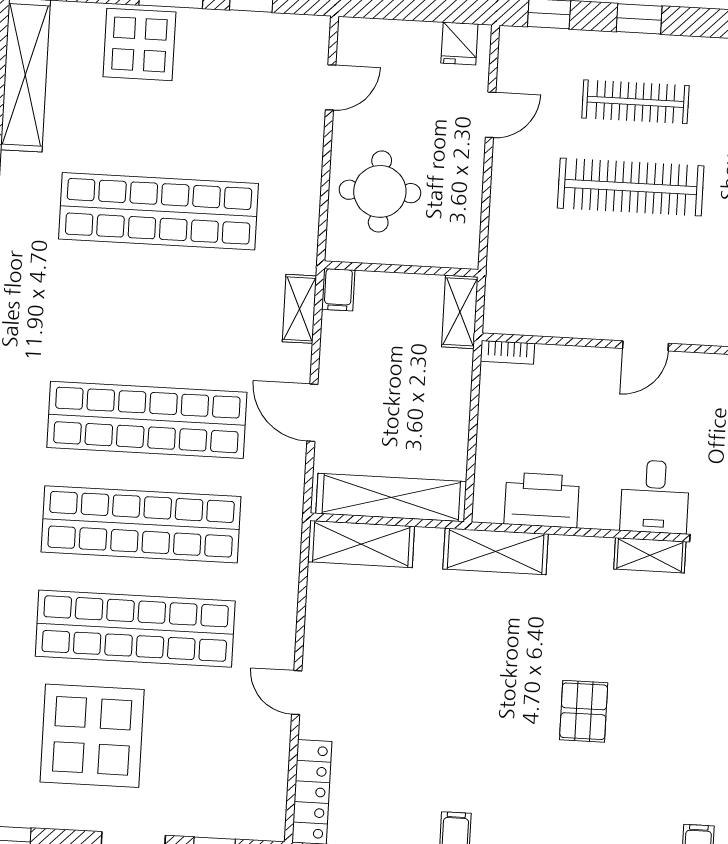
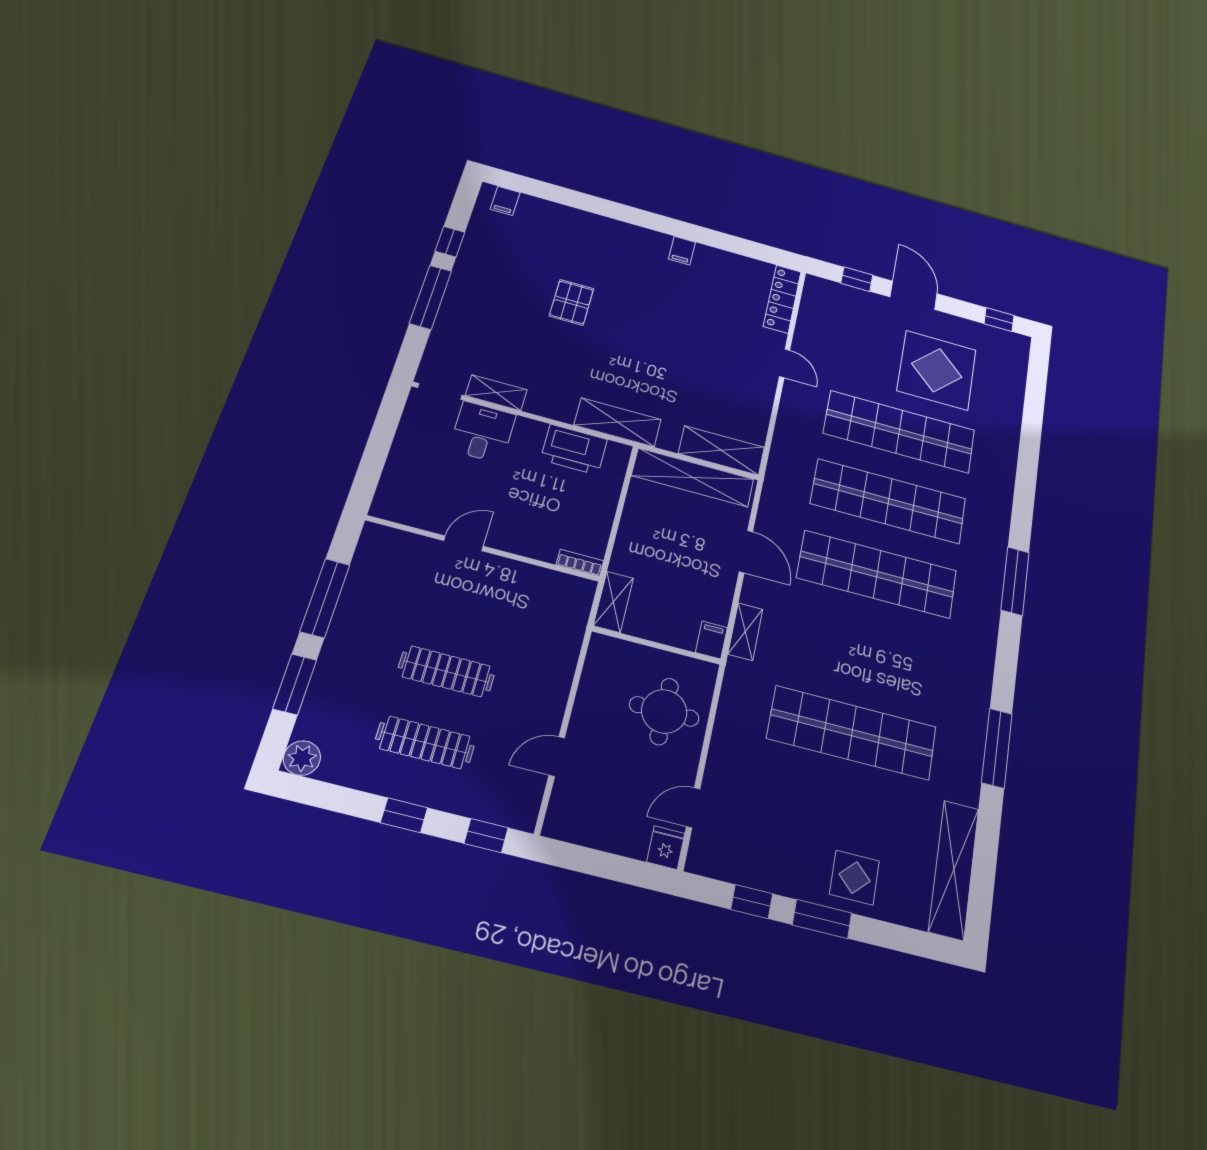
fridge: (459, 43) -> (666, 848), moved
display table: (139, 44) -> (854, 878), width x0.73, depth x0.73
clothes rail: (631, 187) -> (446, 671), width x0.73, depth x0.76

